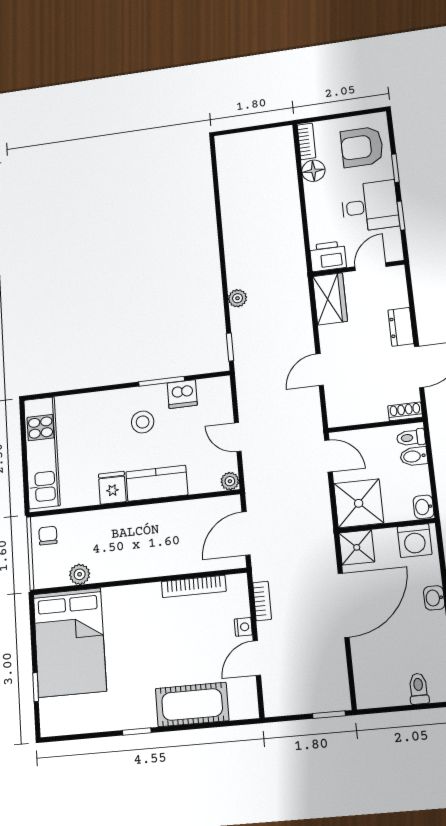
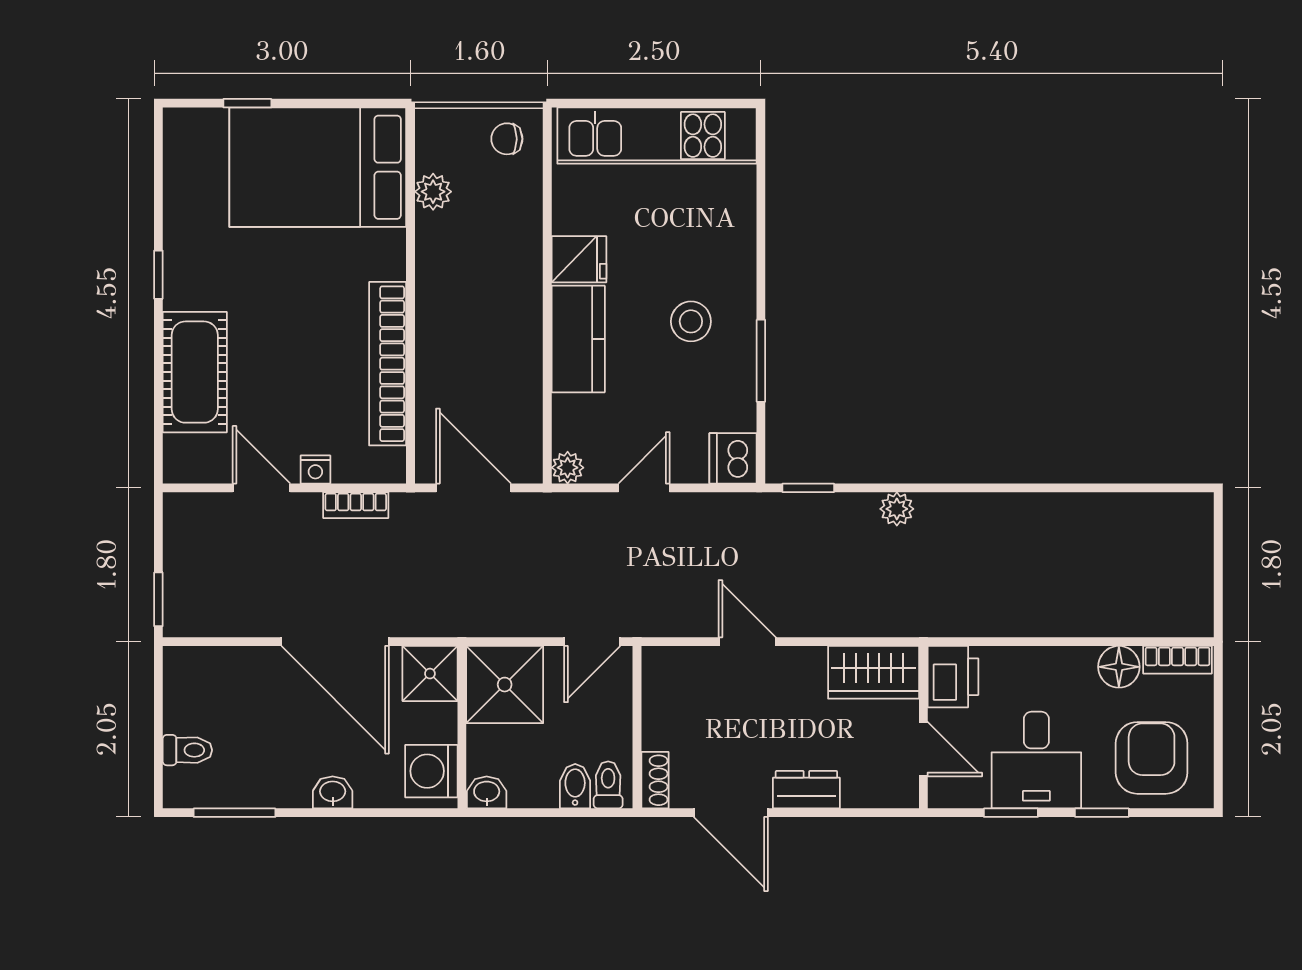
dishwasher: (182, 394) -> (733, 458), moved
chair: (48, 536) -> (507, 139), turned 180
bookcase: (194, 586) -> (388, 364), width x1.48, depth x1.31

